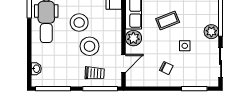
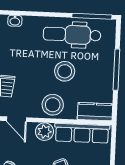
stool: (89, 46) -> (53, 105), moved

